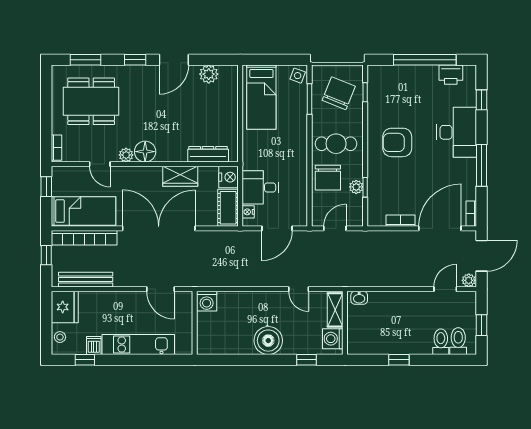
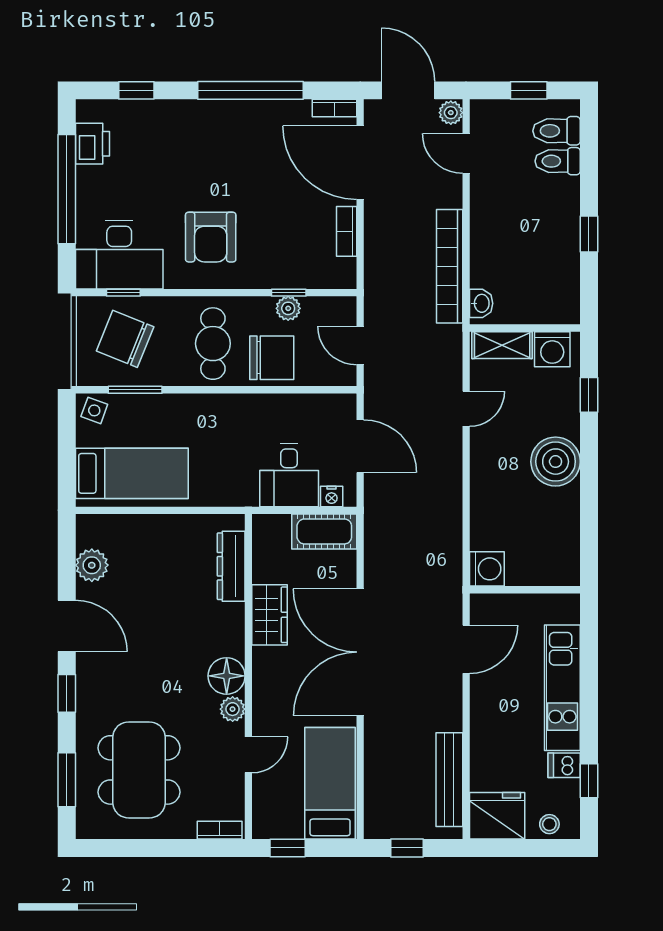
desk: (457, 132) -> (119, 255), moved, turned 180
window: (481, 165) -> (251, 90), width x1.46
nightstand: (229, 177) -> (271, 531), removed
bookcase: (84, 238) -> (450, 266), moved, turned 180

